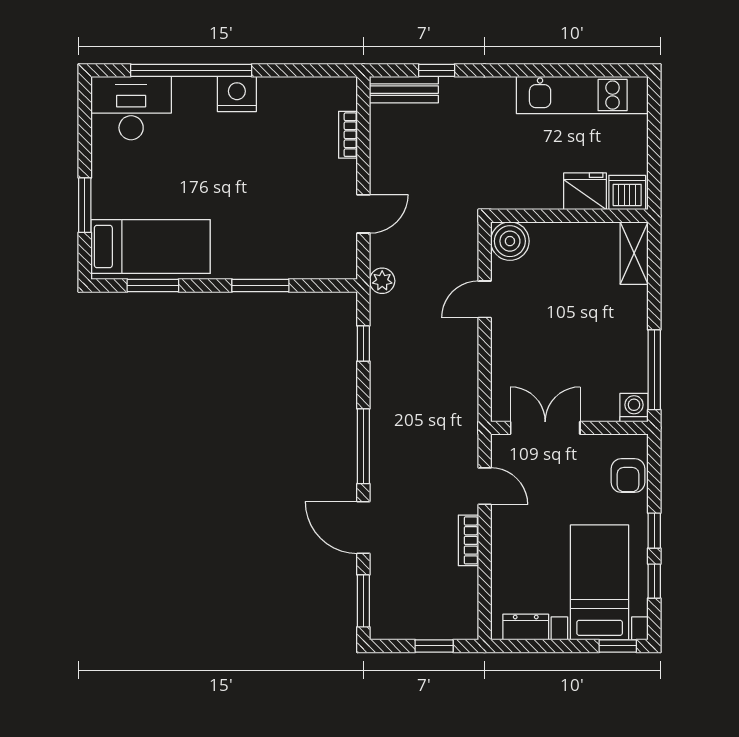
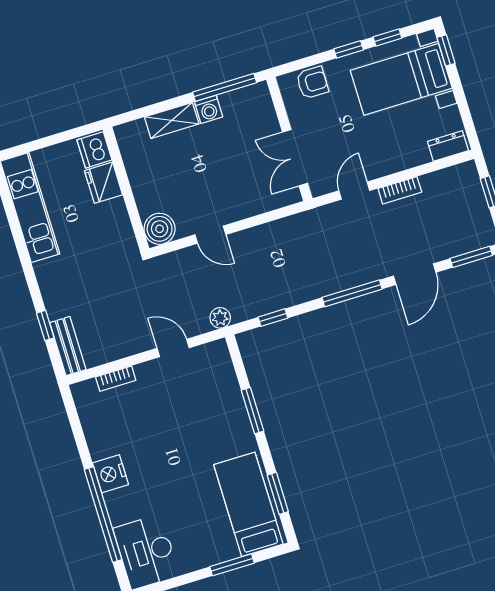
shelving: (634, 253) -> (172, 120), moved
washing machine: (634, 408) -> (209, 109), moved, turned -90
dresser: (526, 627) -> (448, 146), moved, turned 90

